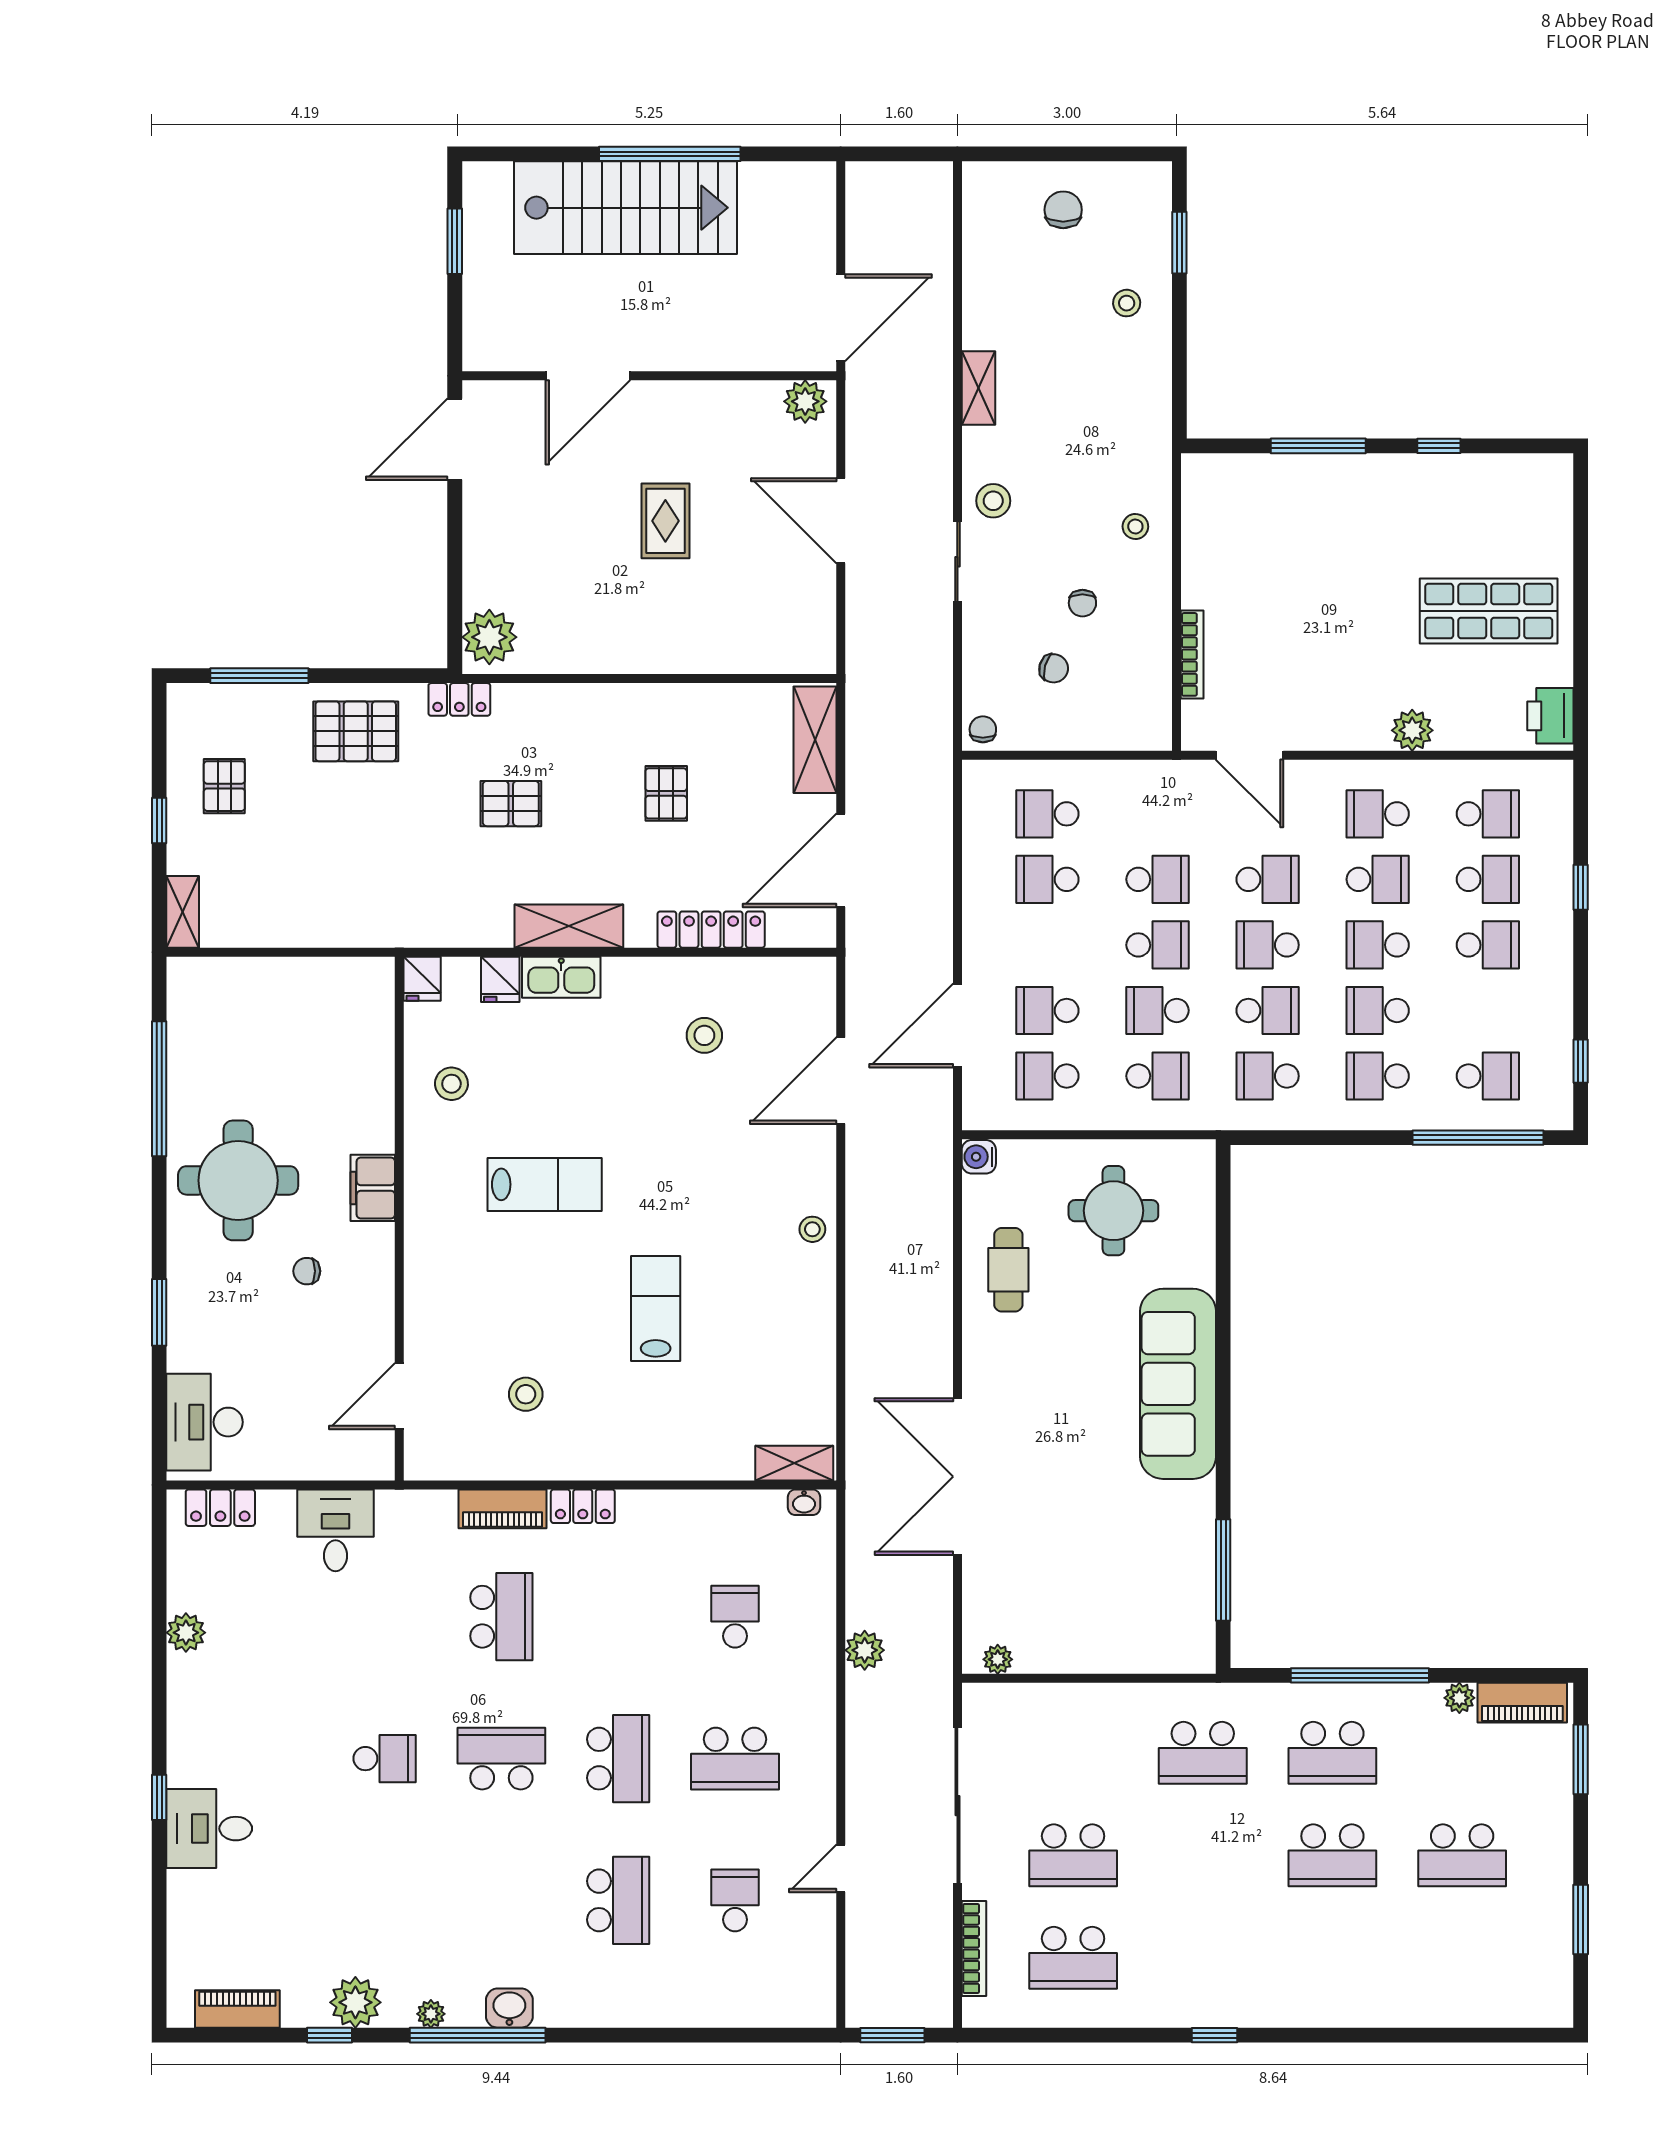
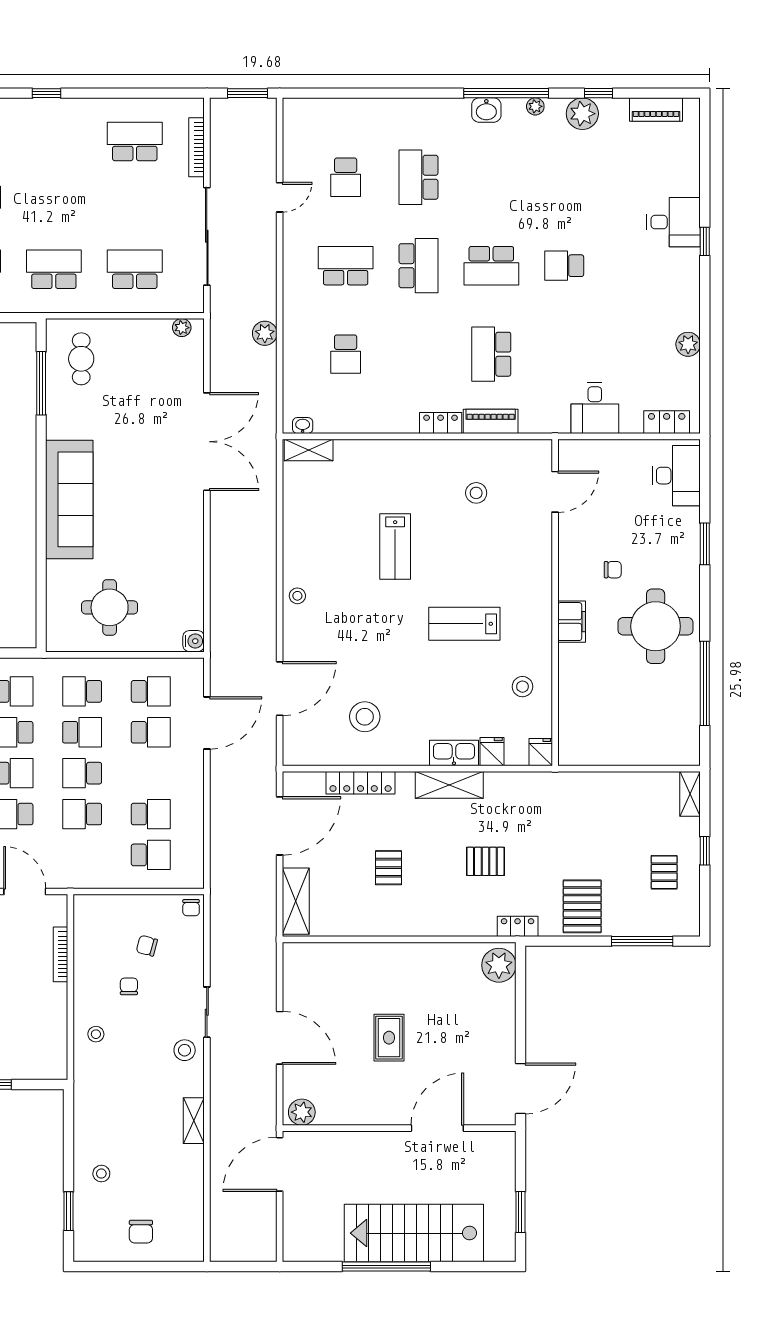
pallet: (356, 731) -> (582, 906), turned 90
stool: (704, 1035) -> (365, 717), width x1.38, depth x1.38
cafe table: (1008, 1270) -> (81, 359), moved
school desk: (618, 1759) -> (418, 266), turned 180
school desk: (1073, 1855) -> (135, 269), moved

